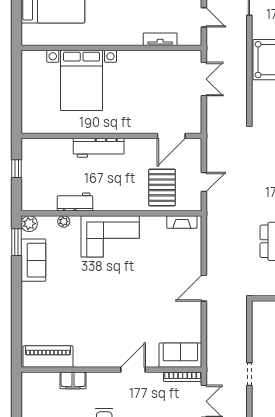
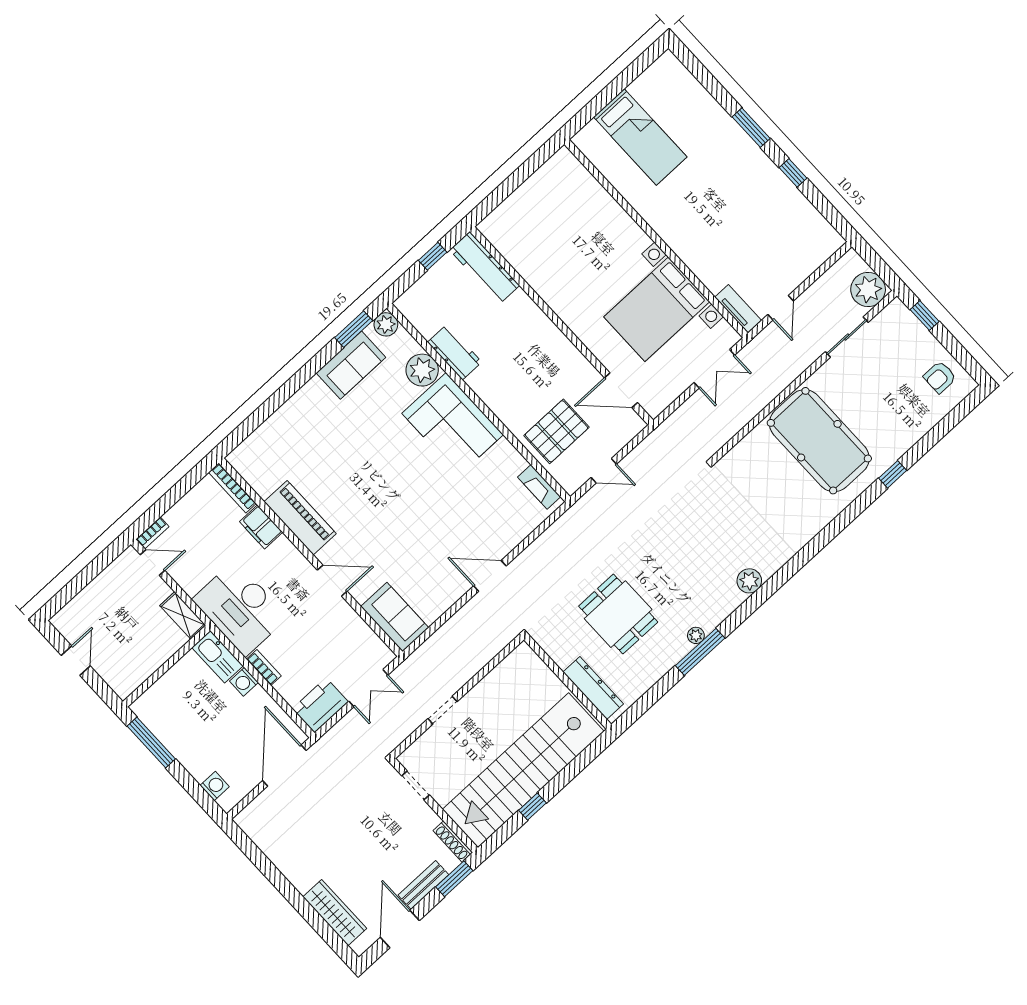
tv unit: (160, 39) -> (738, 309), moved
bed with nightstands: (82, 80) -> (657, 309), moved
workbench: (99, 148) -> (485, 268), moved
plant: (64, 221) -> (422, 370), width x1.88, depth x1.88
piano: (48, 357) -> (300, 518), moved
bookcase: (183, 377) -> (232, 488), moved

